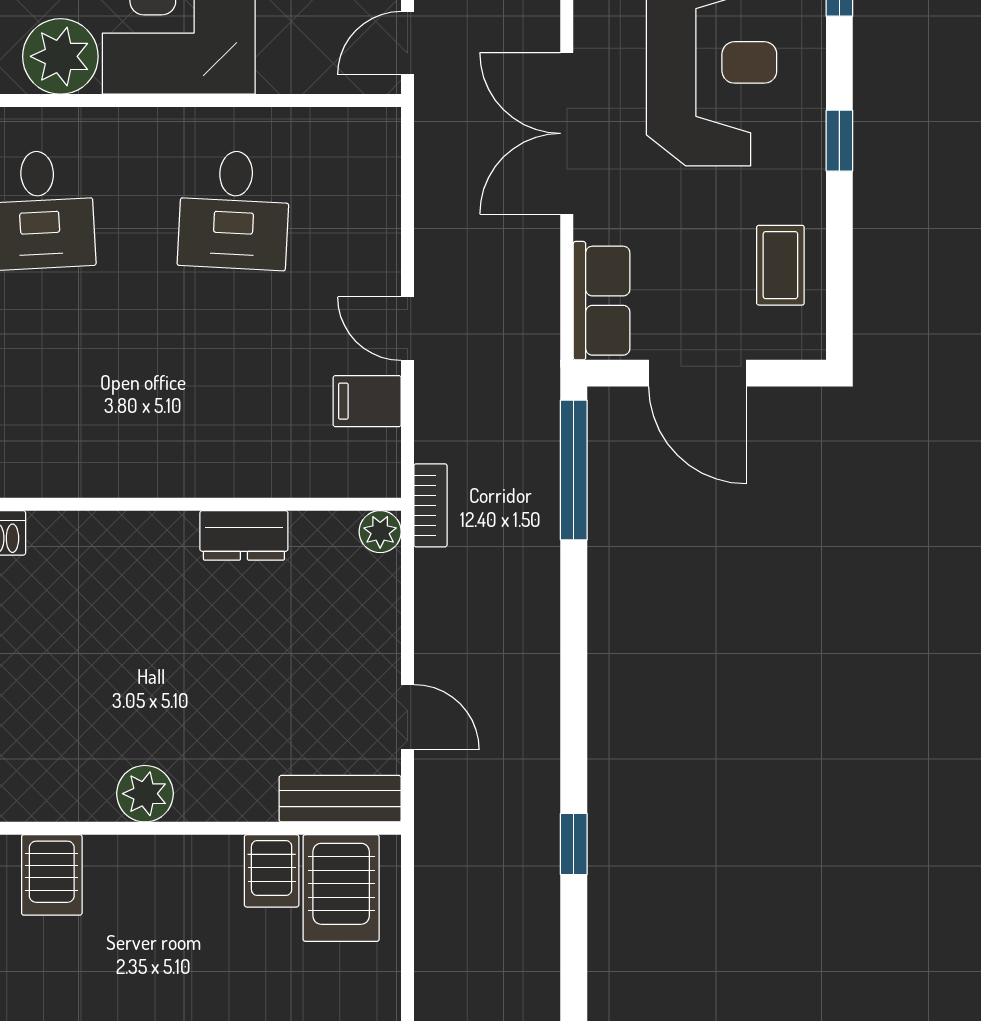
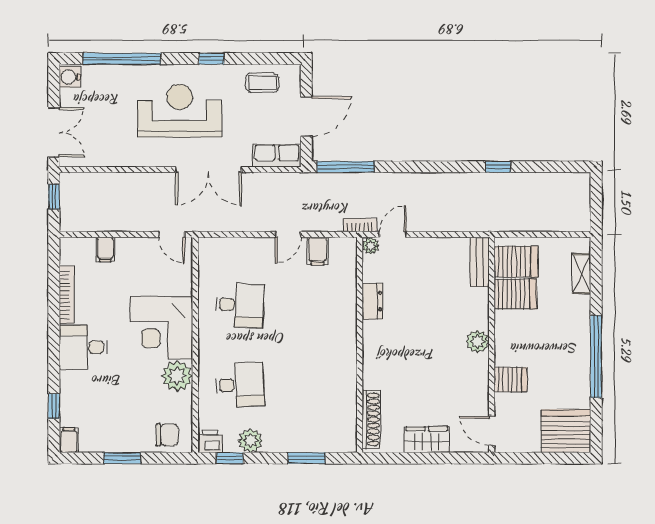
door: (407, 717) -> (393, 235), moved
server rack: (272, 871) -> (515, 294), width x1.36, depth x1.44

